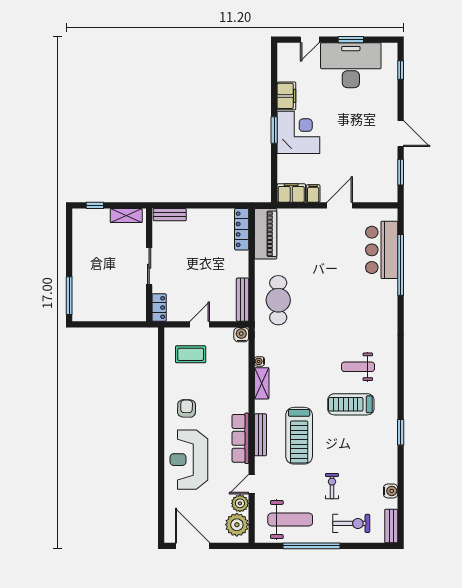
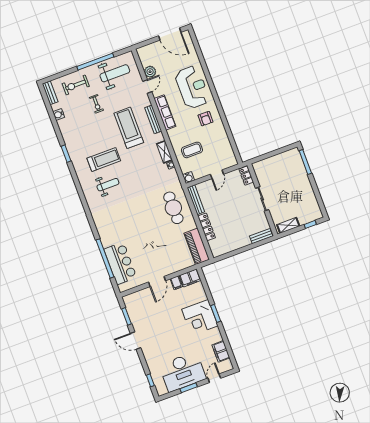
filing cabinet: (286, 96) -> (221, 351), moved
locker: (242, 229) -> (207, 227), moved
coffee table: (191, 354) -> (192, 150), moved
weight bench: (290, 519) -> (115, 73), turned 180
plant: (237, 525) -> (147, 58), removed

